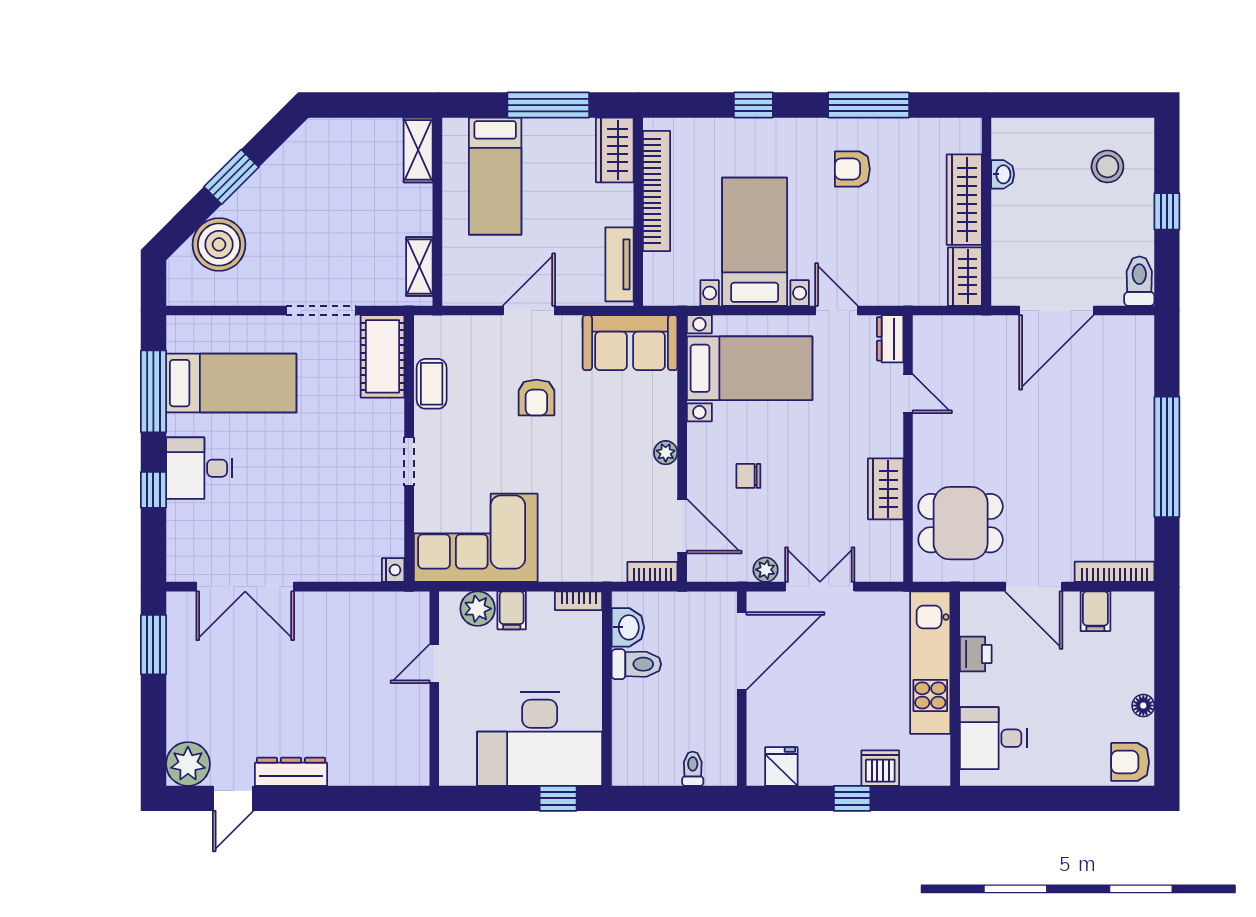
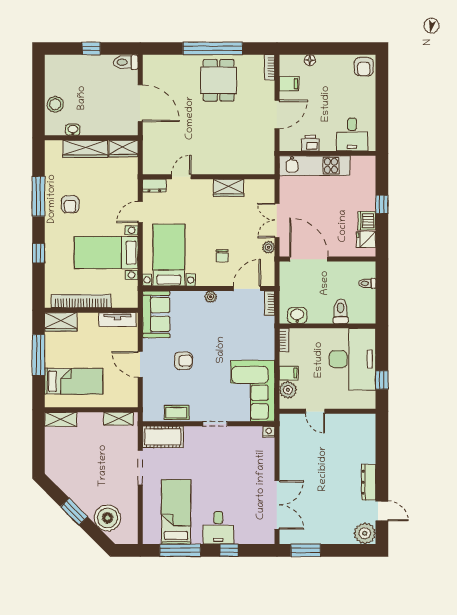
stool: (1107, 166) -> (55, 104), moved
dining table: (961, 523) -> (219, 80), moved
bookcase: (1114, 572) -> (270, 67), width x0.64
toilet: (636, 664) -> (341, 311), moved
floor lamp: (1143, 706) -> (310, 60), moved
dishwasher: (880, 768) -> (367, 221), moved
window: (558, 798) -> (382, 380), moved

